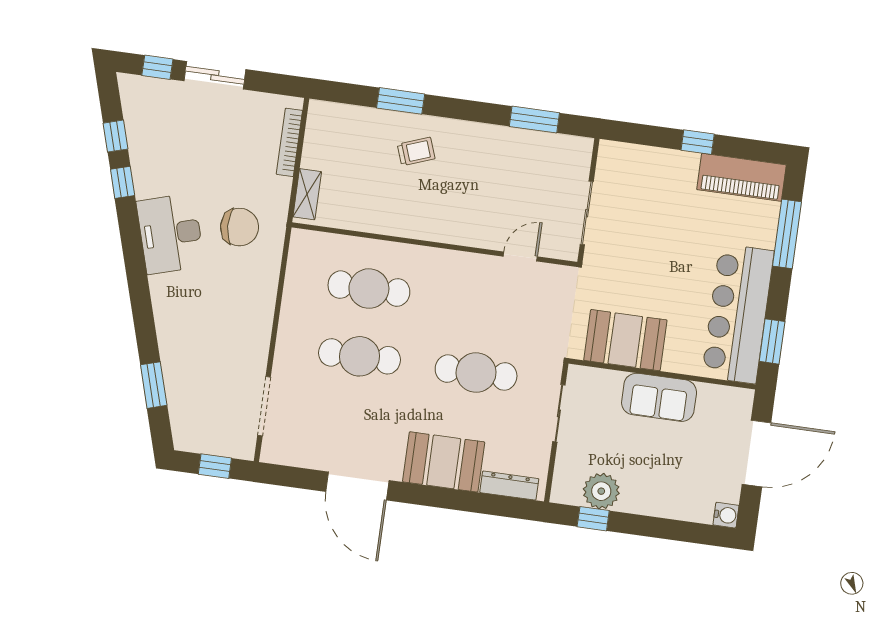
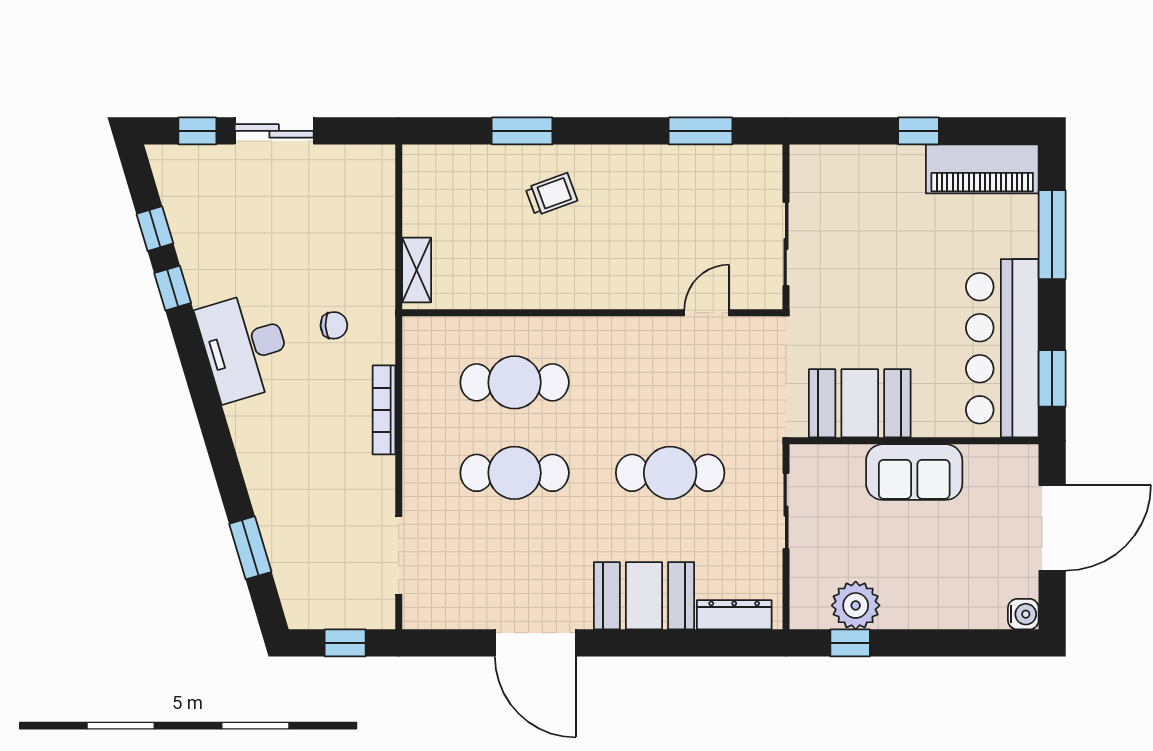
bookcase: (289, 142) -> (384, 410), moved
chair: (240, 227) -> (334, 325), width x0.54, depth x0.54

